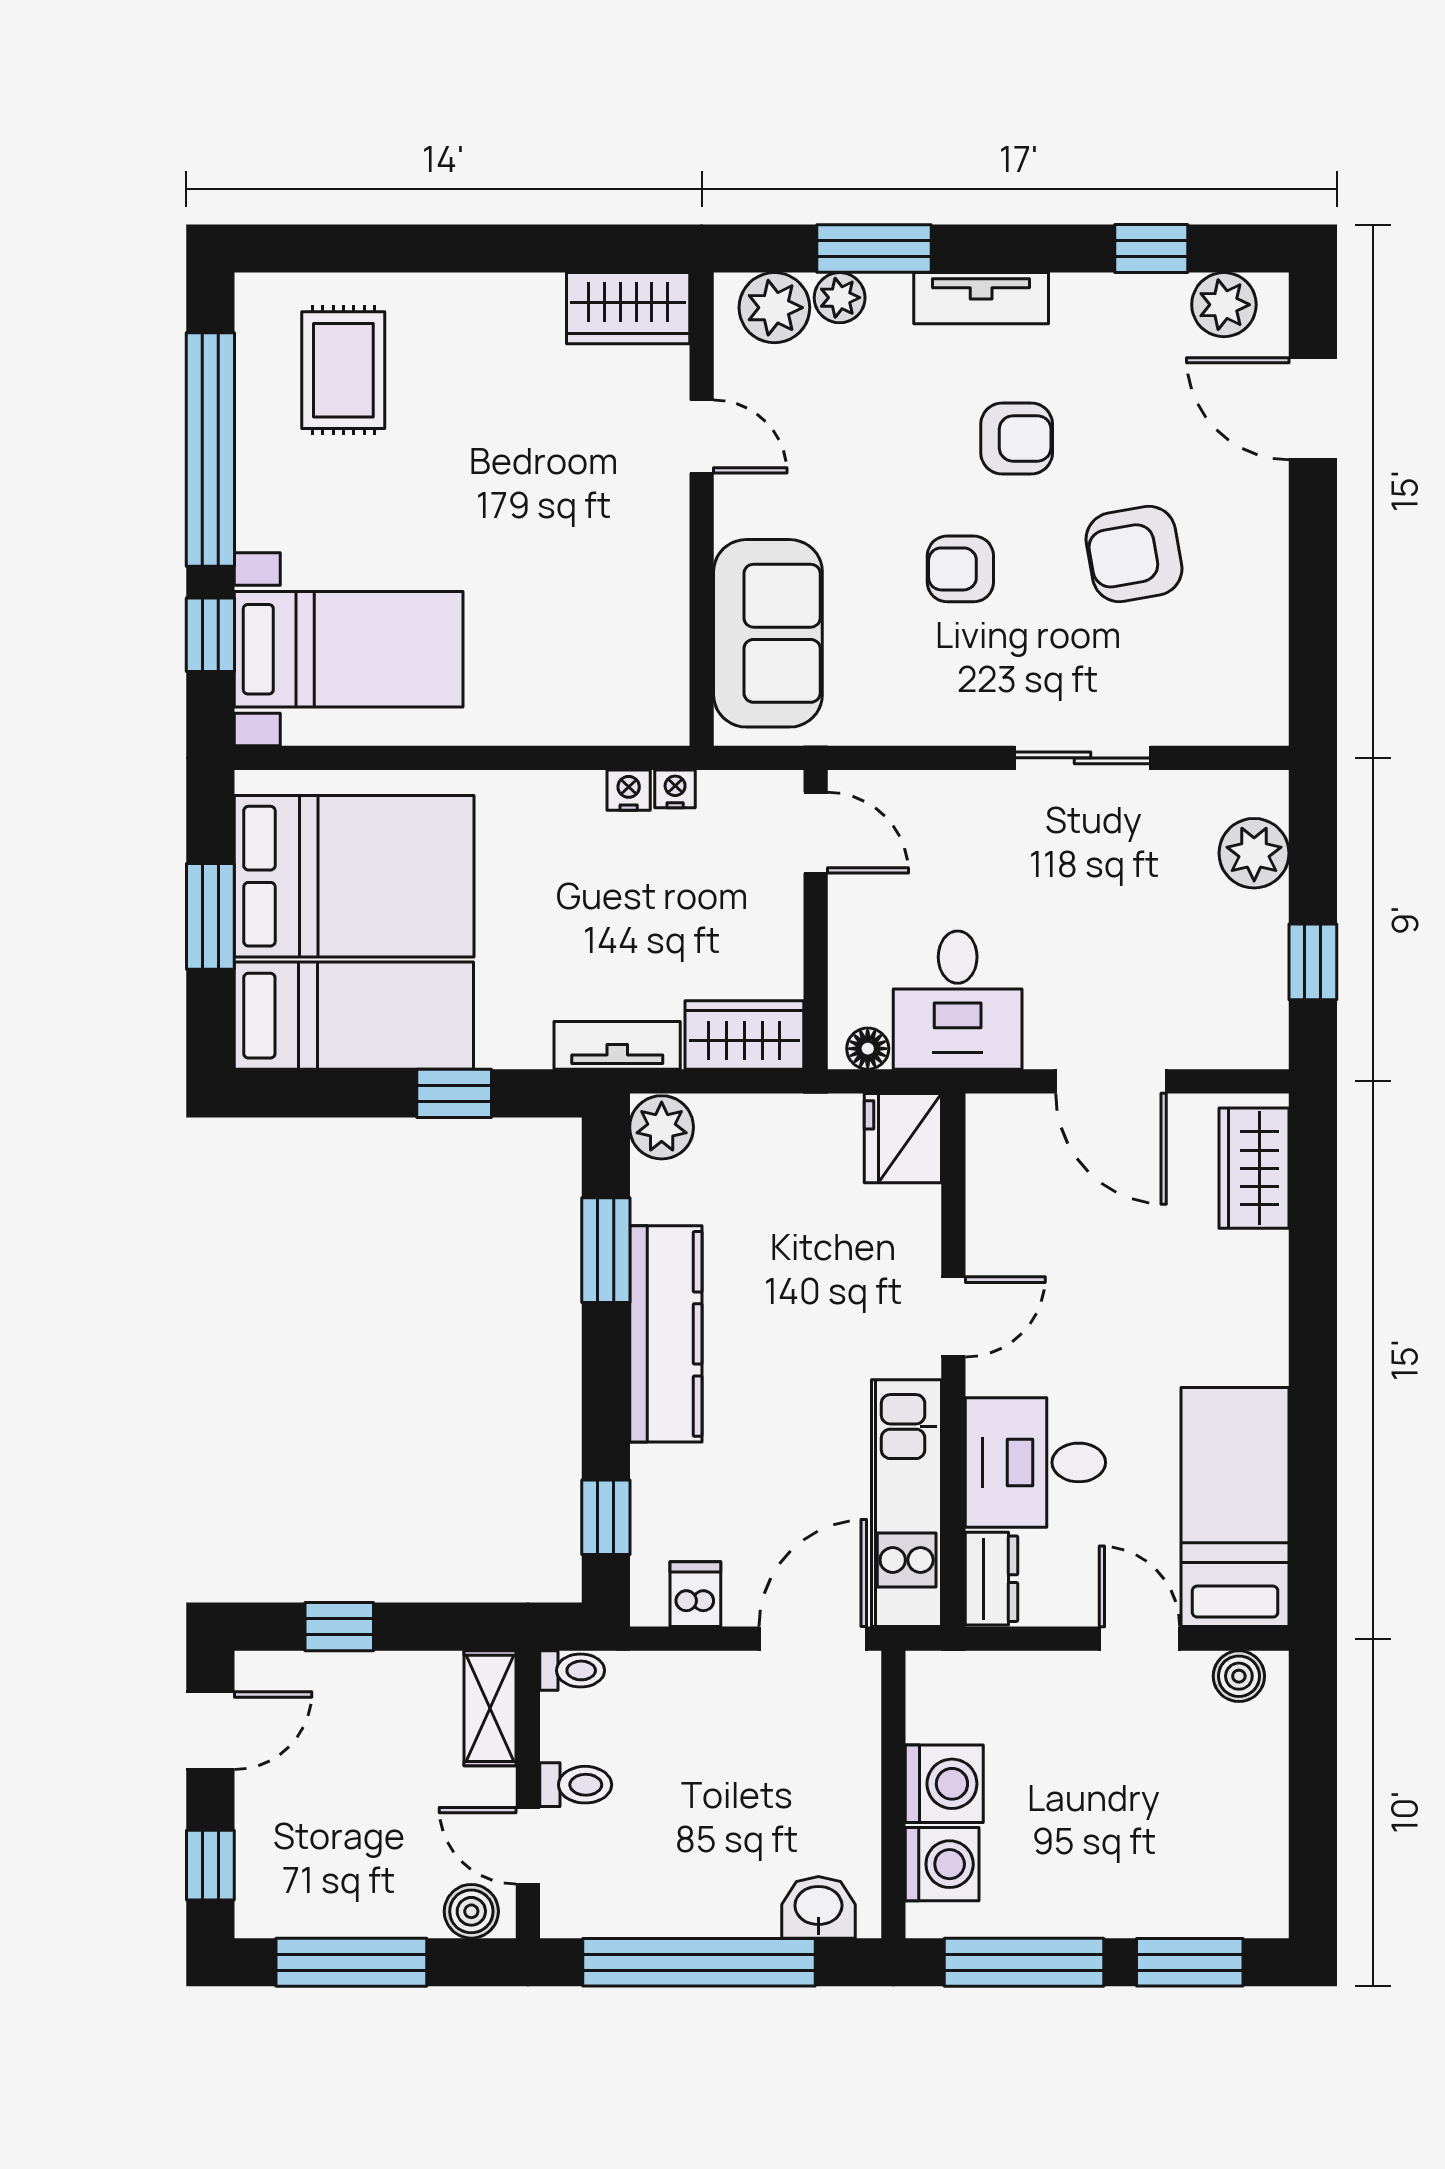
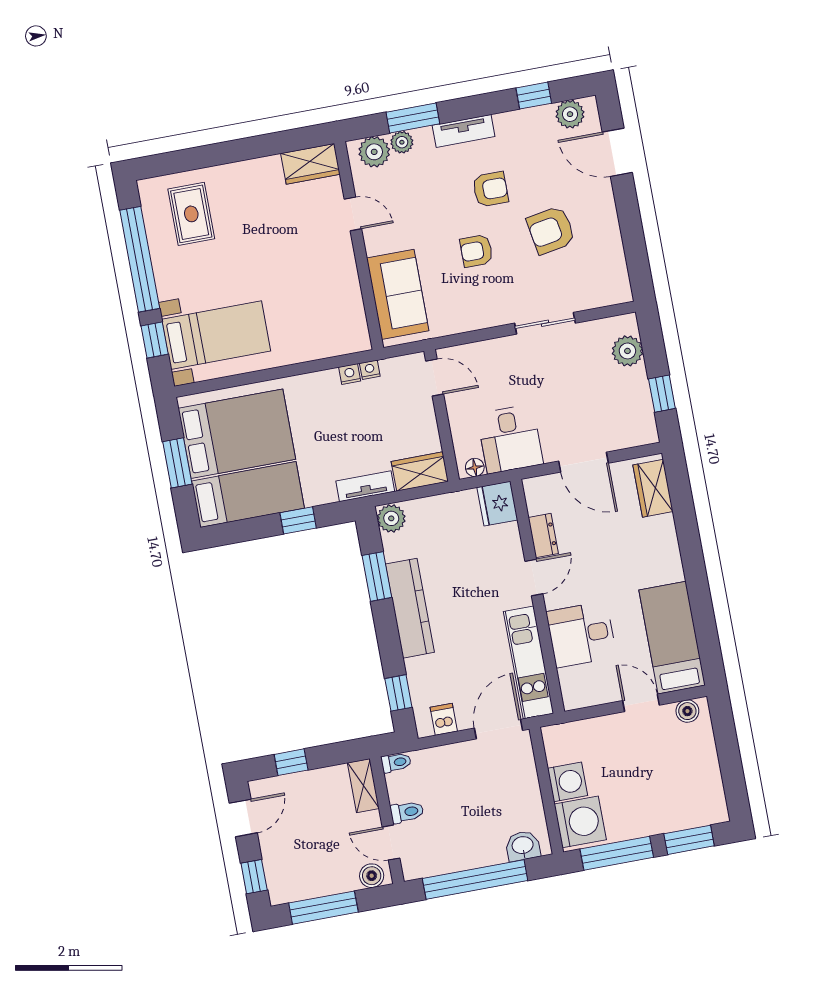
dresser: (992, 1579) -> (543, 535), moved
washing machine: (942, 1864) -> (580, 822), width x1.37, depth x1.37

